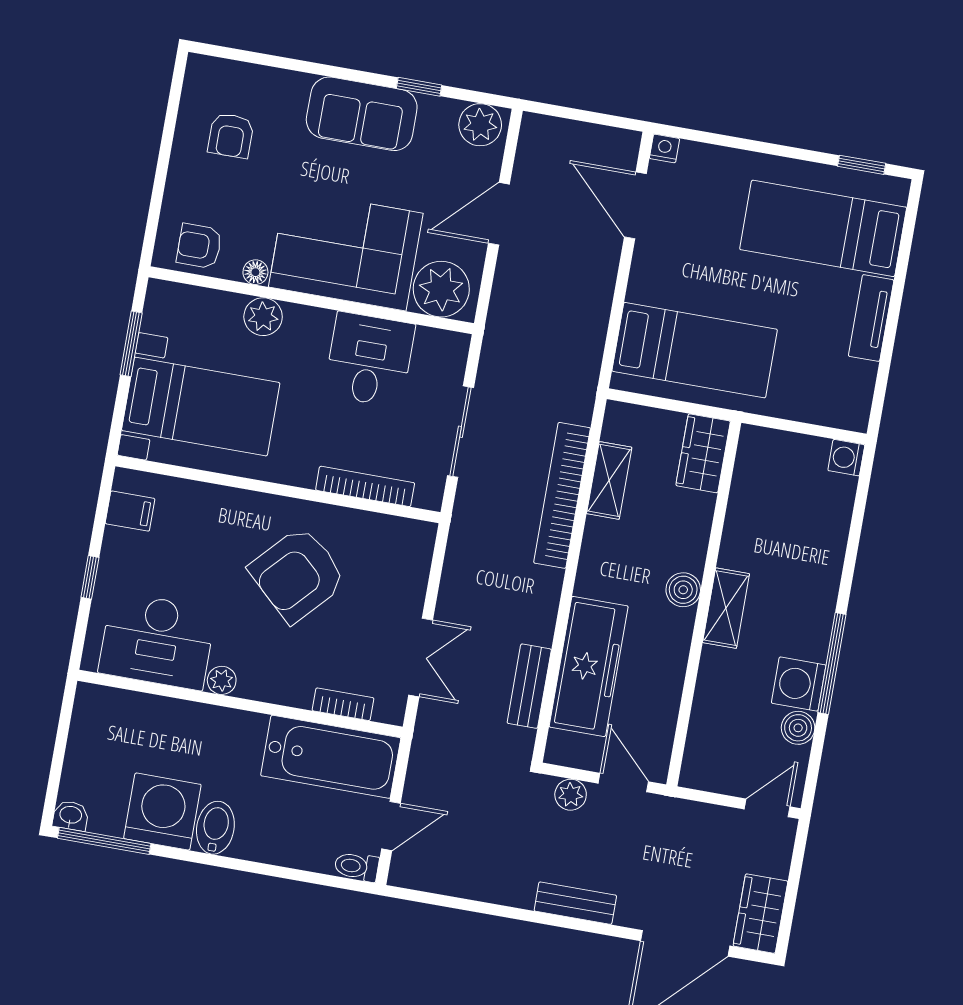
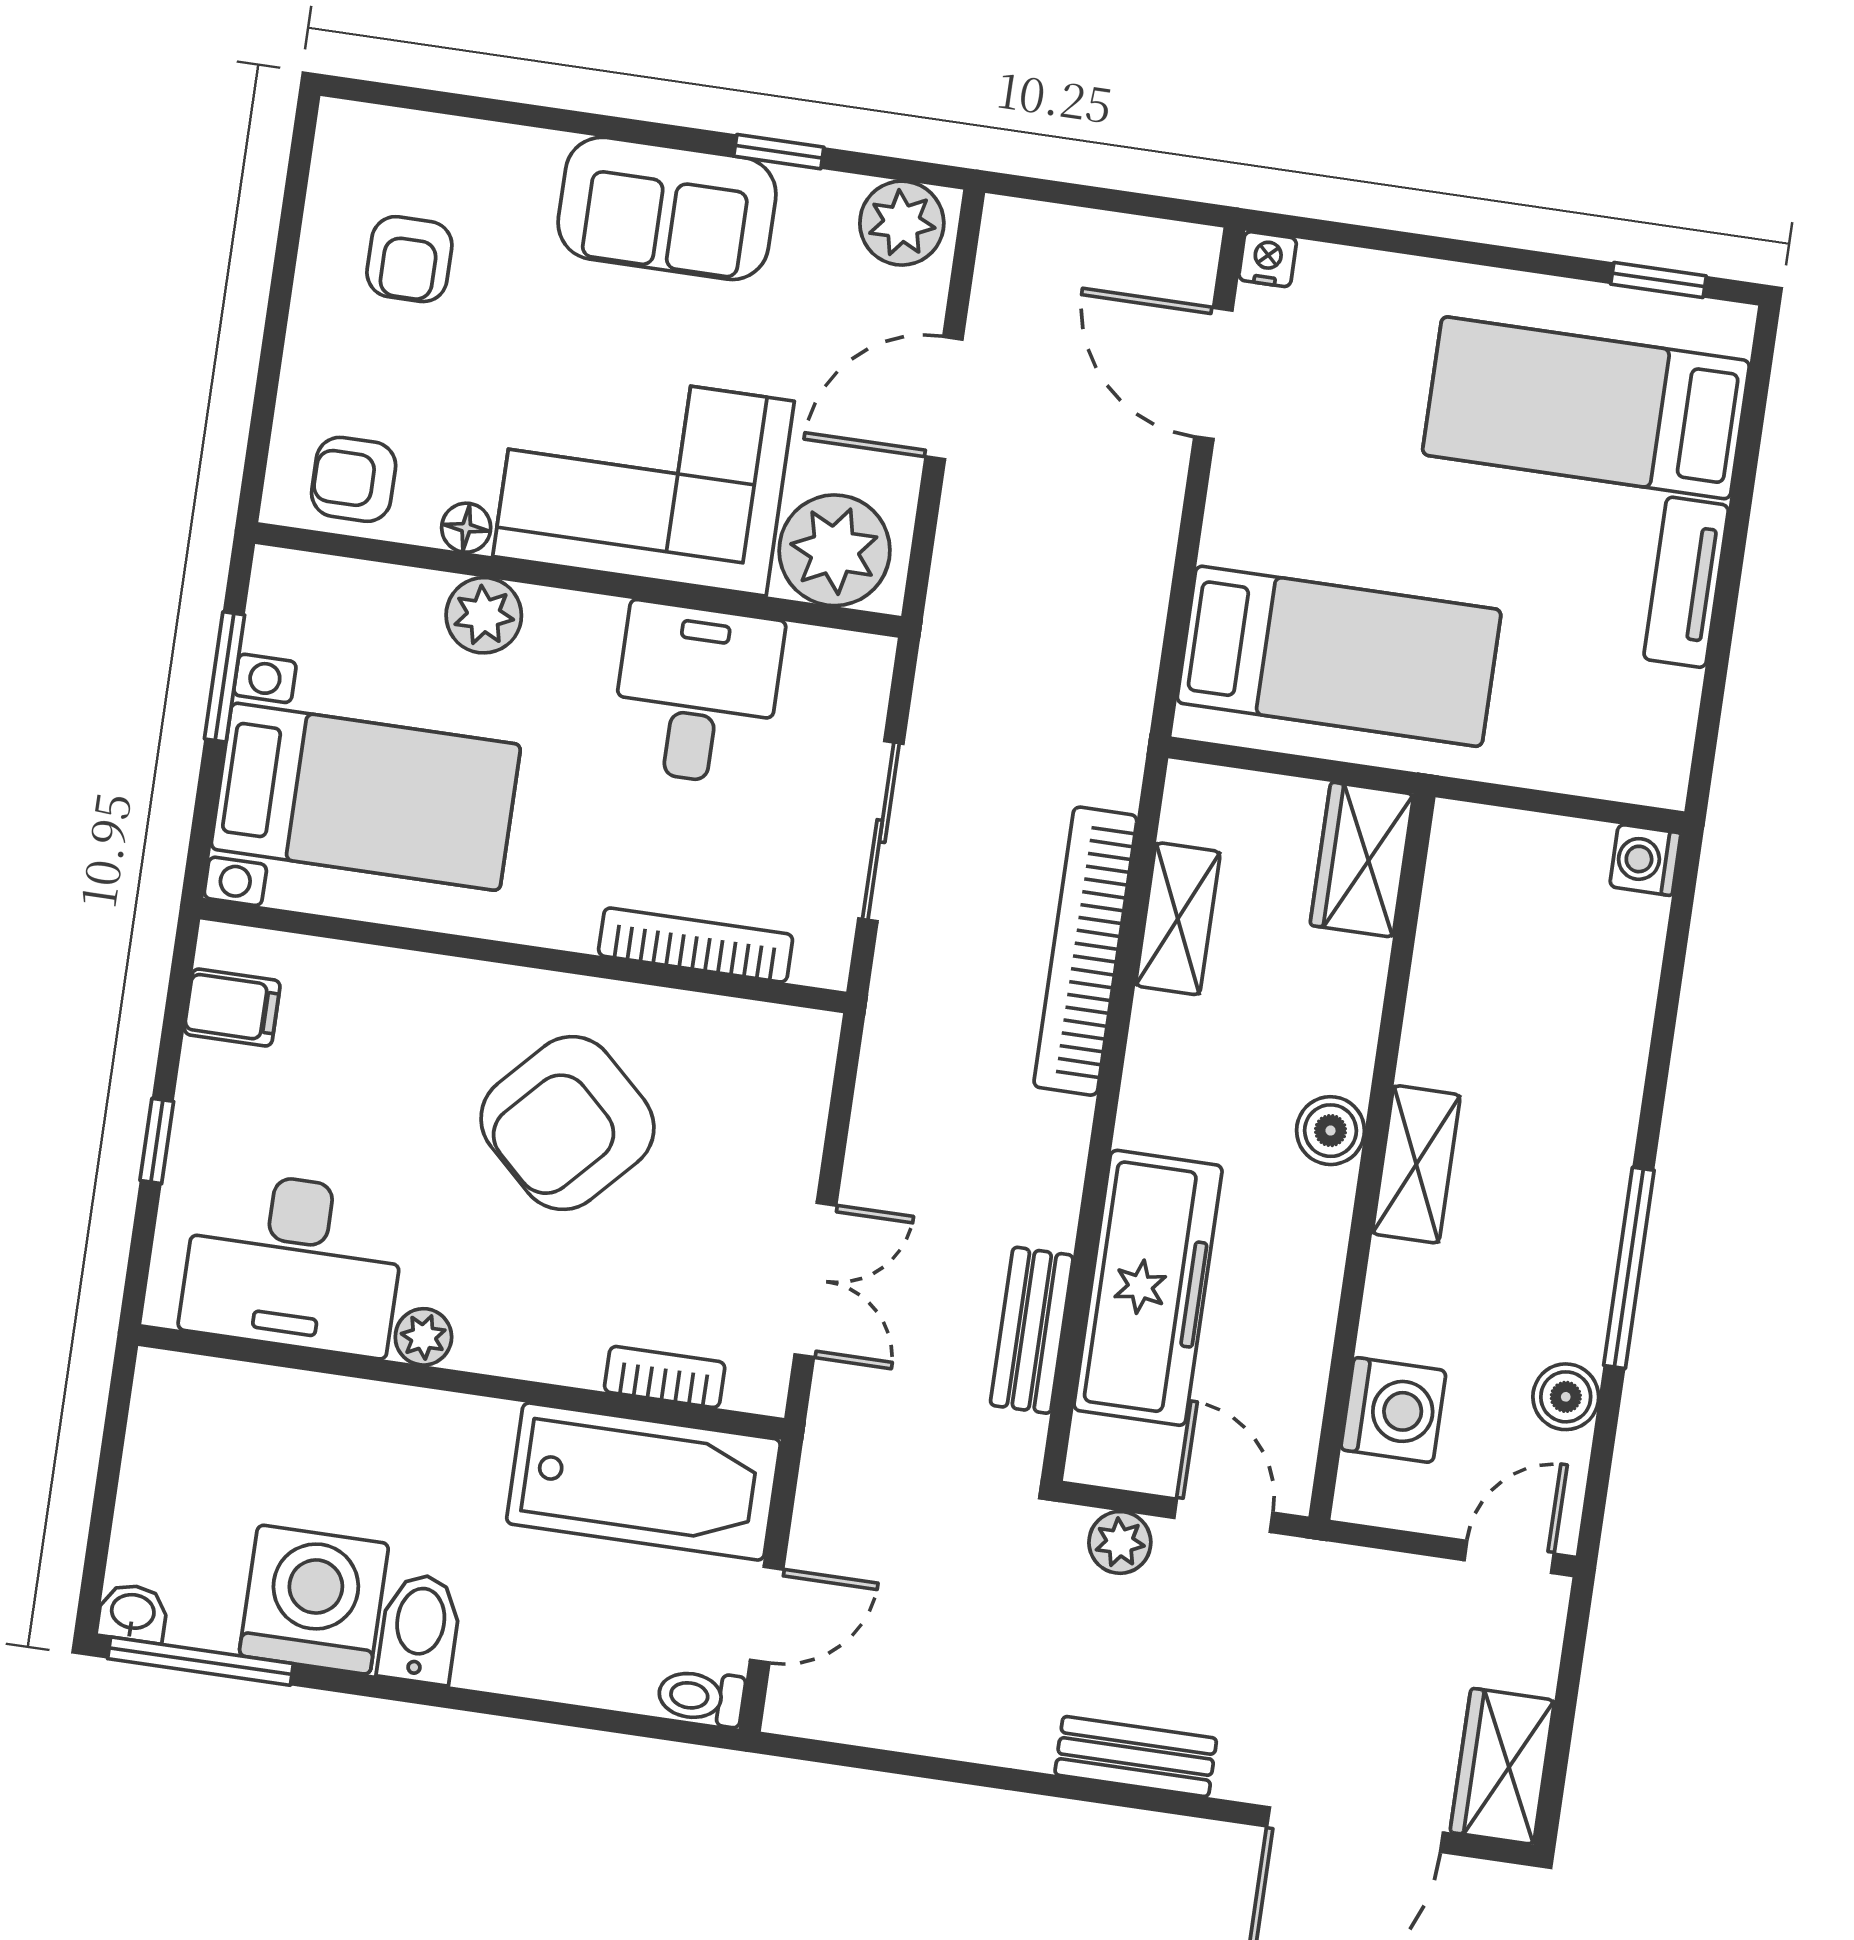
washing machine: (799, 684) -> (1393, 1410), moved, turned 180

